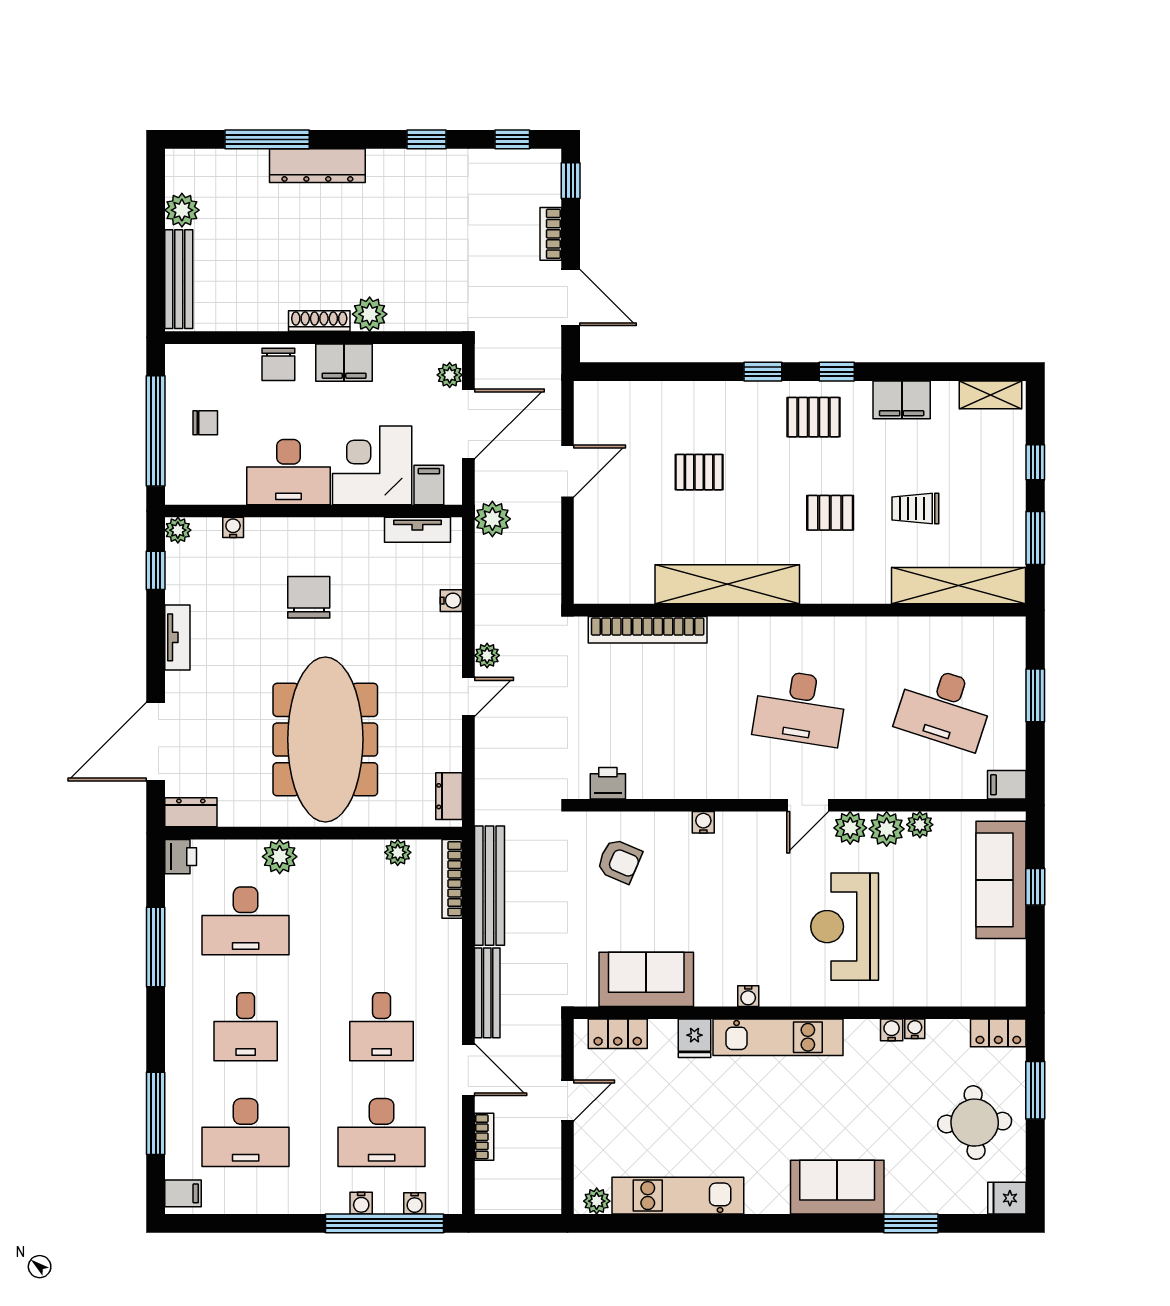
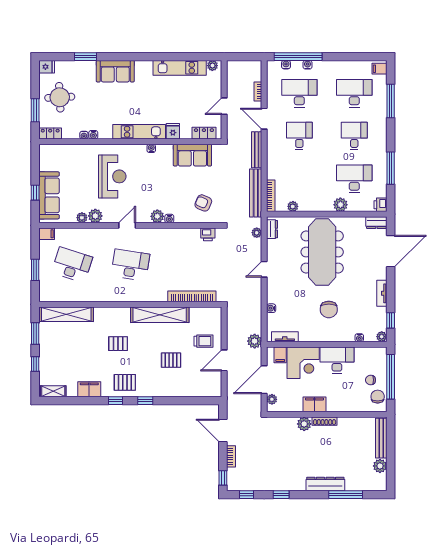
chair: (278, 364) -> (378, 397), moved
trolley: (915, 508) -> (204, 341), moved
plant: (487, 655) -> (257, 233), moved
plant: (850, 828) -> (157, 216), moved

